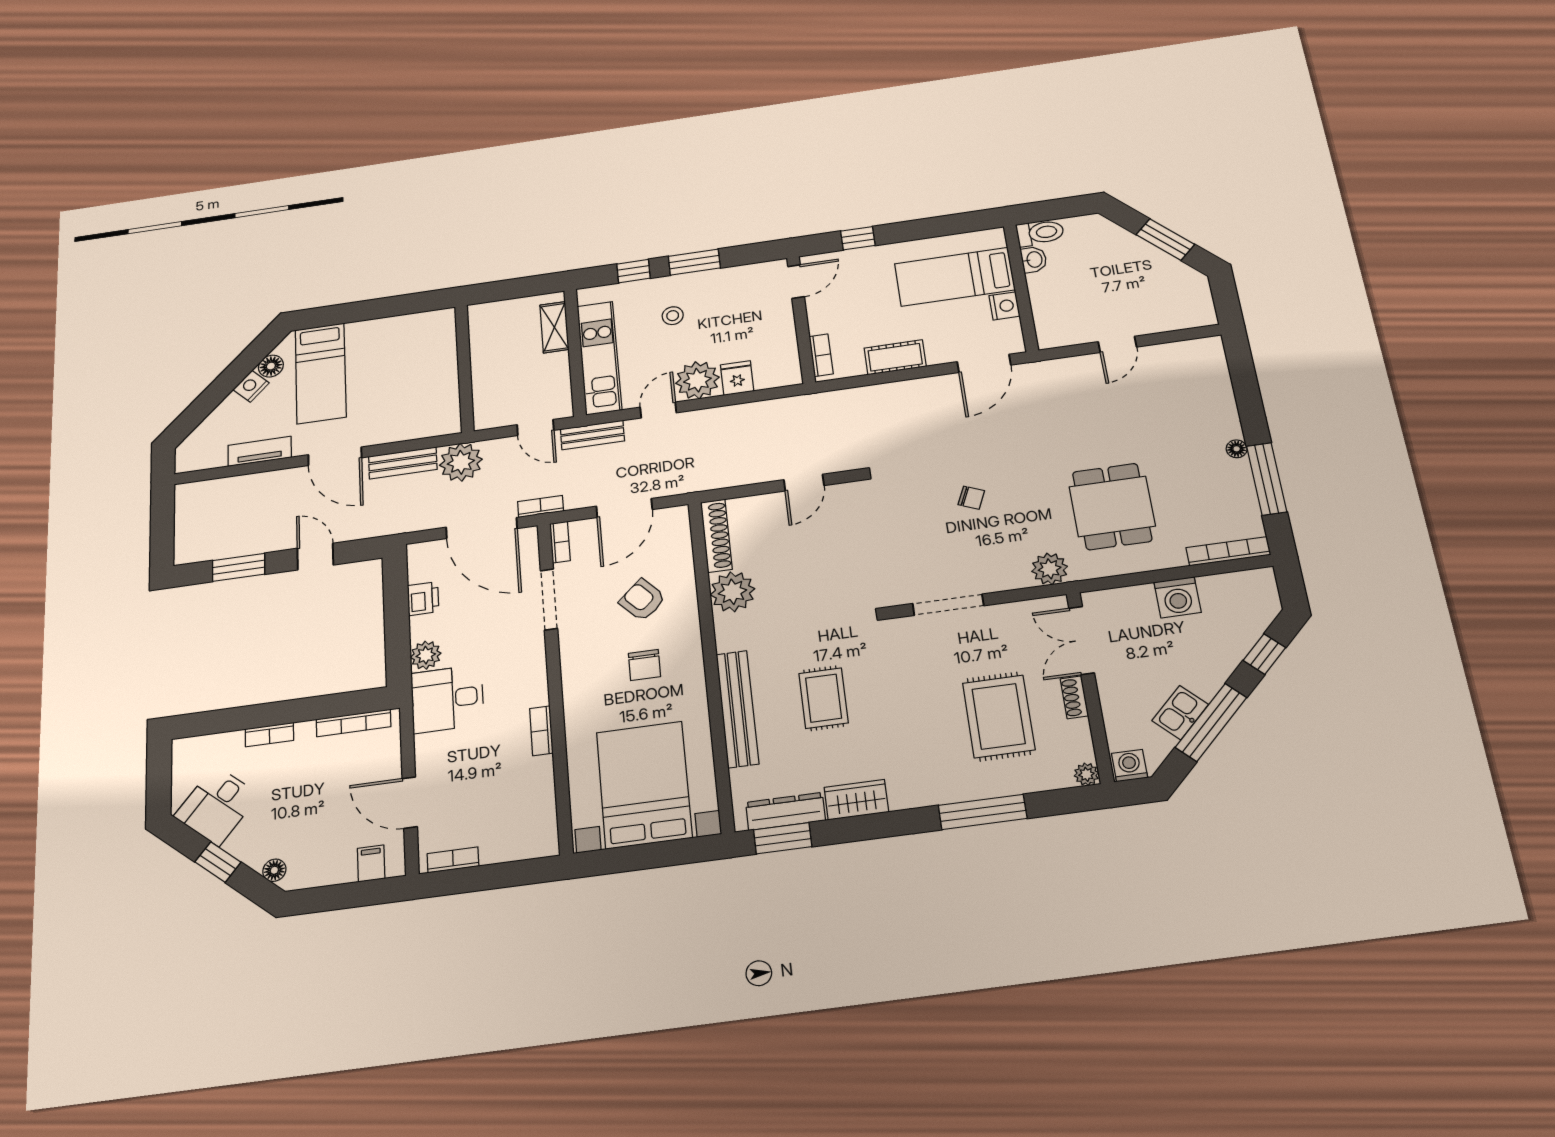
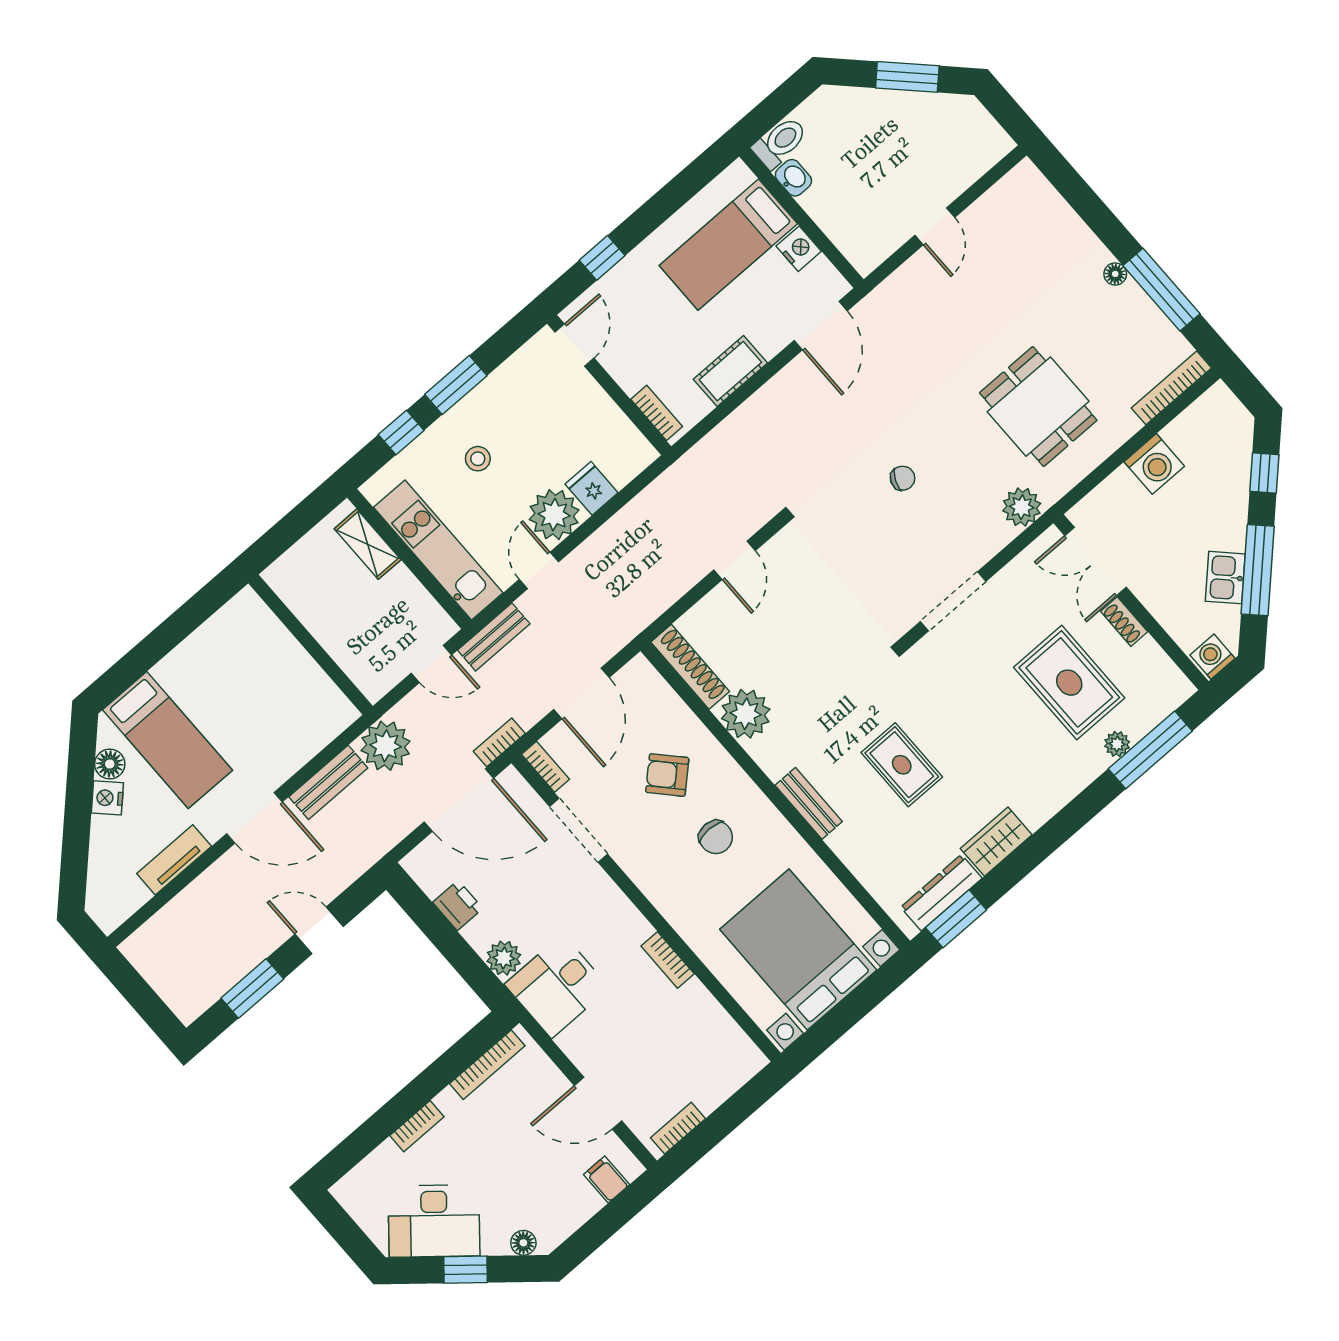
bench: (737, 709) -> (809, 803), width x0.54, depth x0.82
plant: (1086, 774) -> (1117, 744), moved
desk: (217, 805) -> (434, 1221), width x1.37
window: (983, 812) -> (1150, 750), moved

